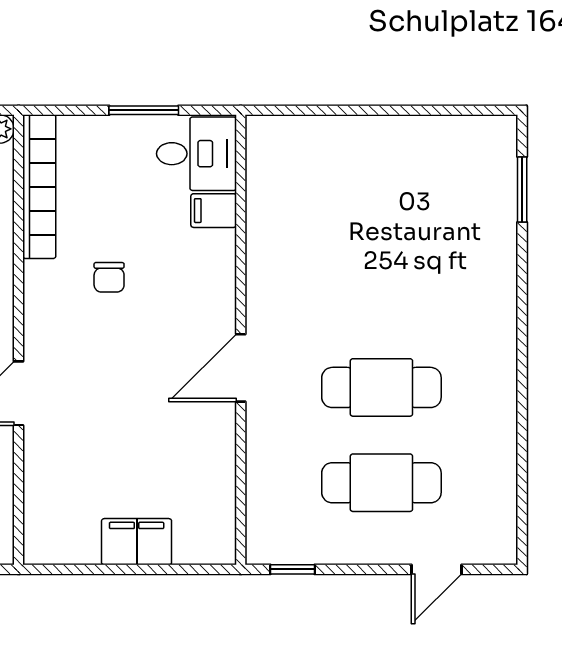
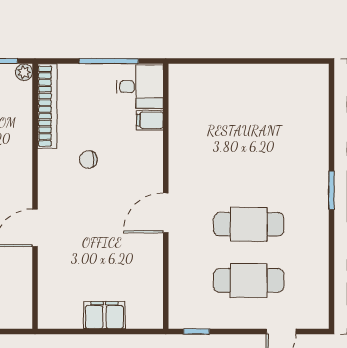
window: (144, 110) -> (109, 61), width x1.44
window: (522, 190) -> (332, 190), moved
chair: (109, 277) -> (88, 159), turned 87

